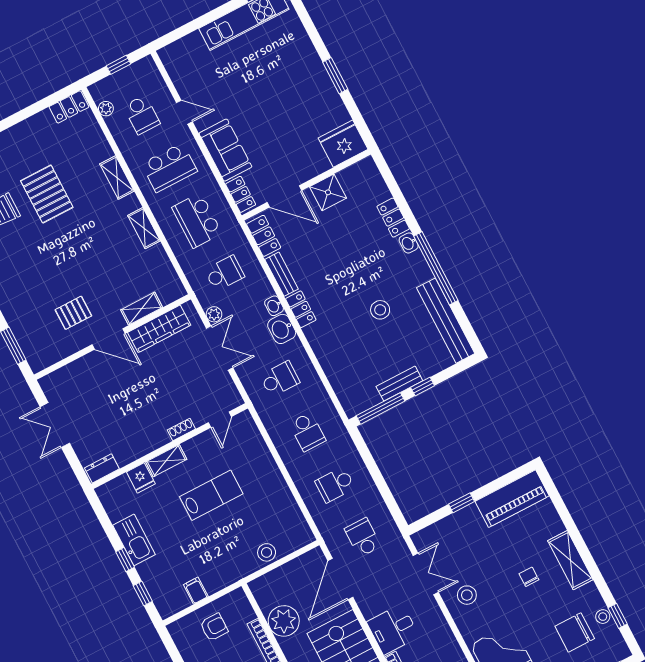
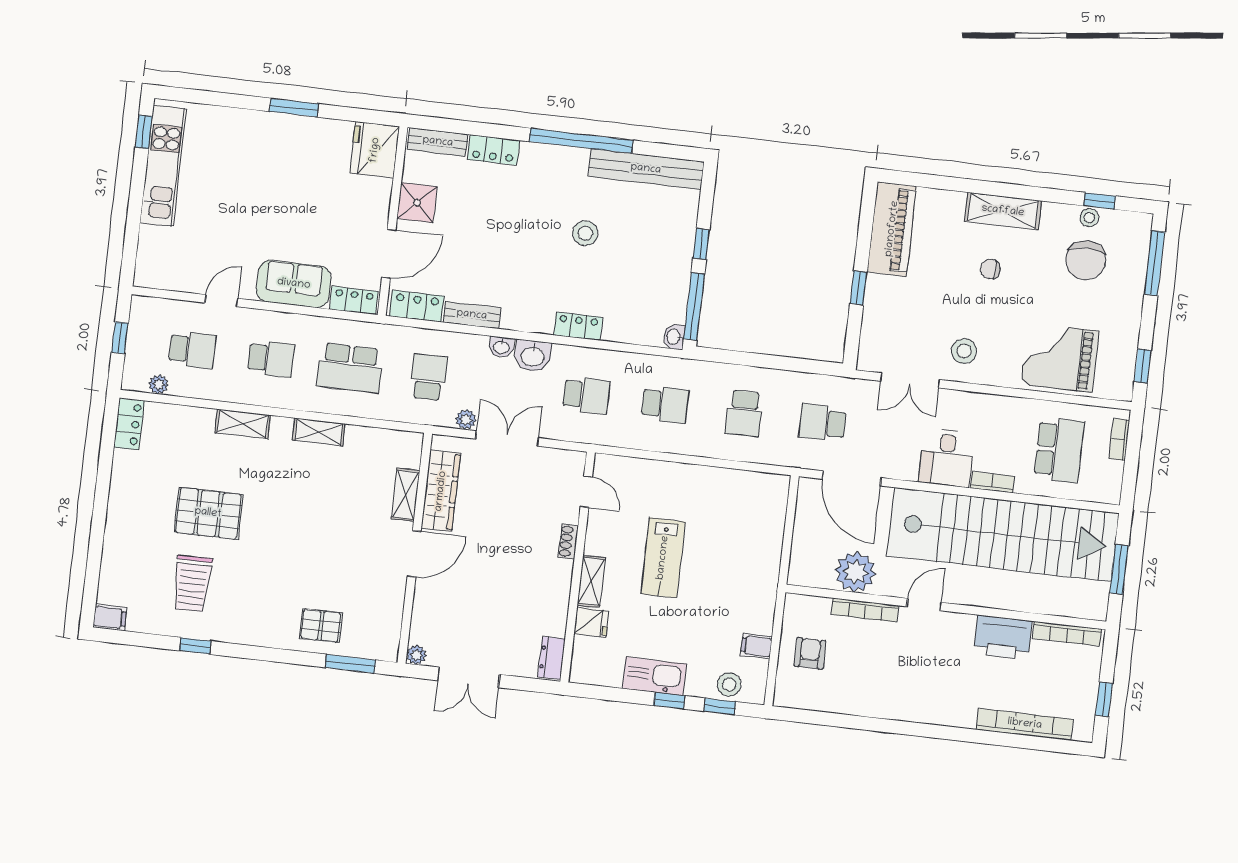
school desk: (169, 168) -> (271, 359), width x0.54
washbasin: (409, 243) -> (674, 337), moved, turned 90
locker: (301, 309) -> (578, 326), moved
pallet: (73, 313) -> (321, 626), moved, turned 90
school desk: (280, 379) -> (586, 395), turned 90
plant: (47, 383) -> (416, 655), added
bench: (399, 384) -> (438, 142), moved, turned 90
lab bench: (211, 495) -> (663, 558), turned 180
stool: (267, 552) -> (729, 685), moved
double door: (426, 574) -> (910, 380), swing flipped

